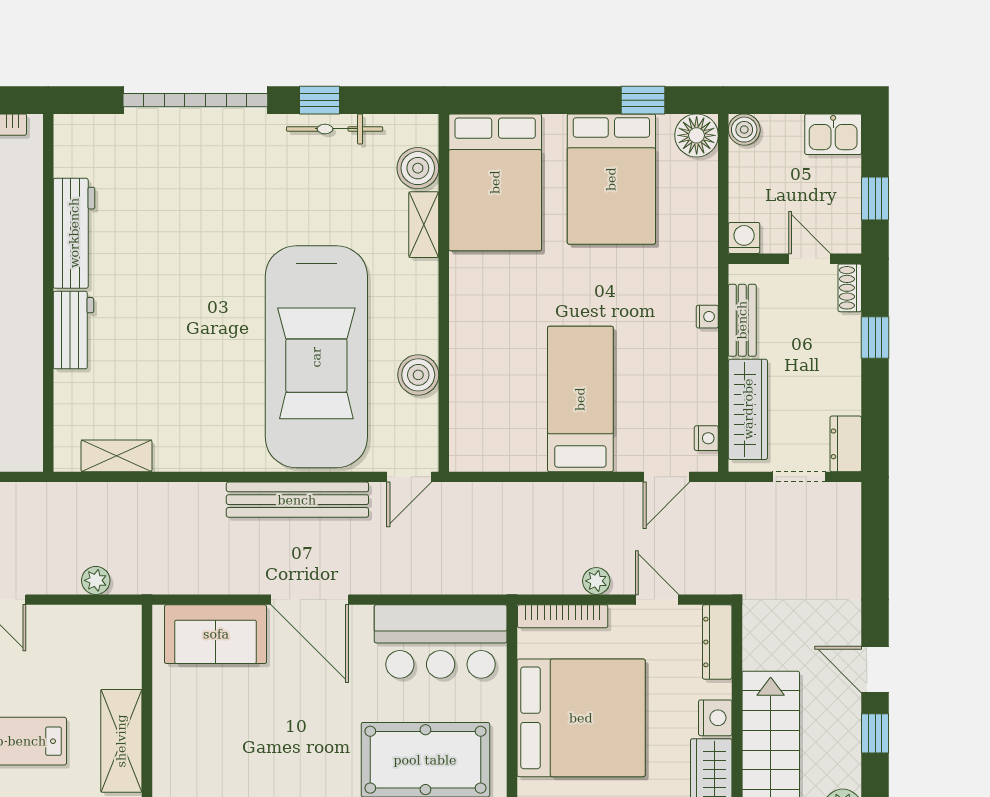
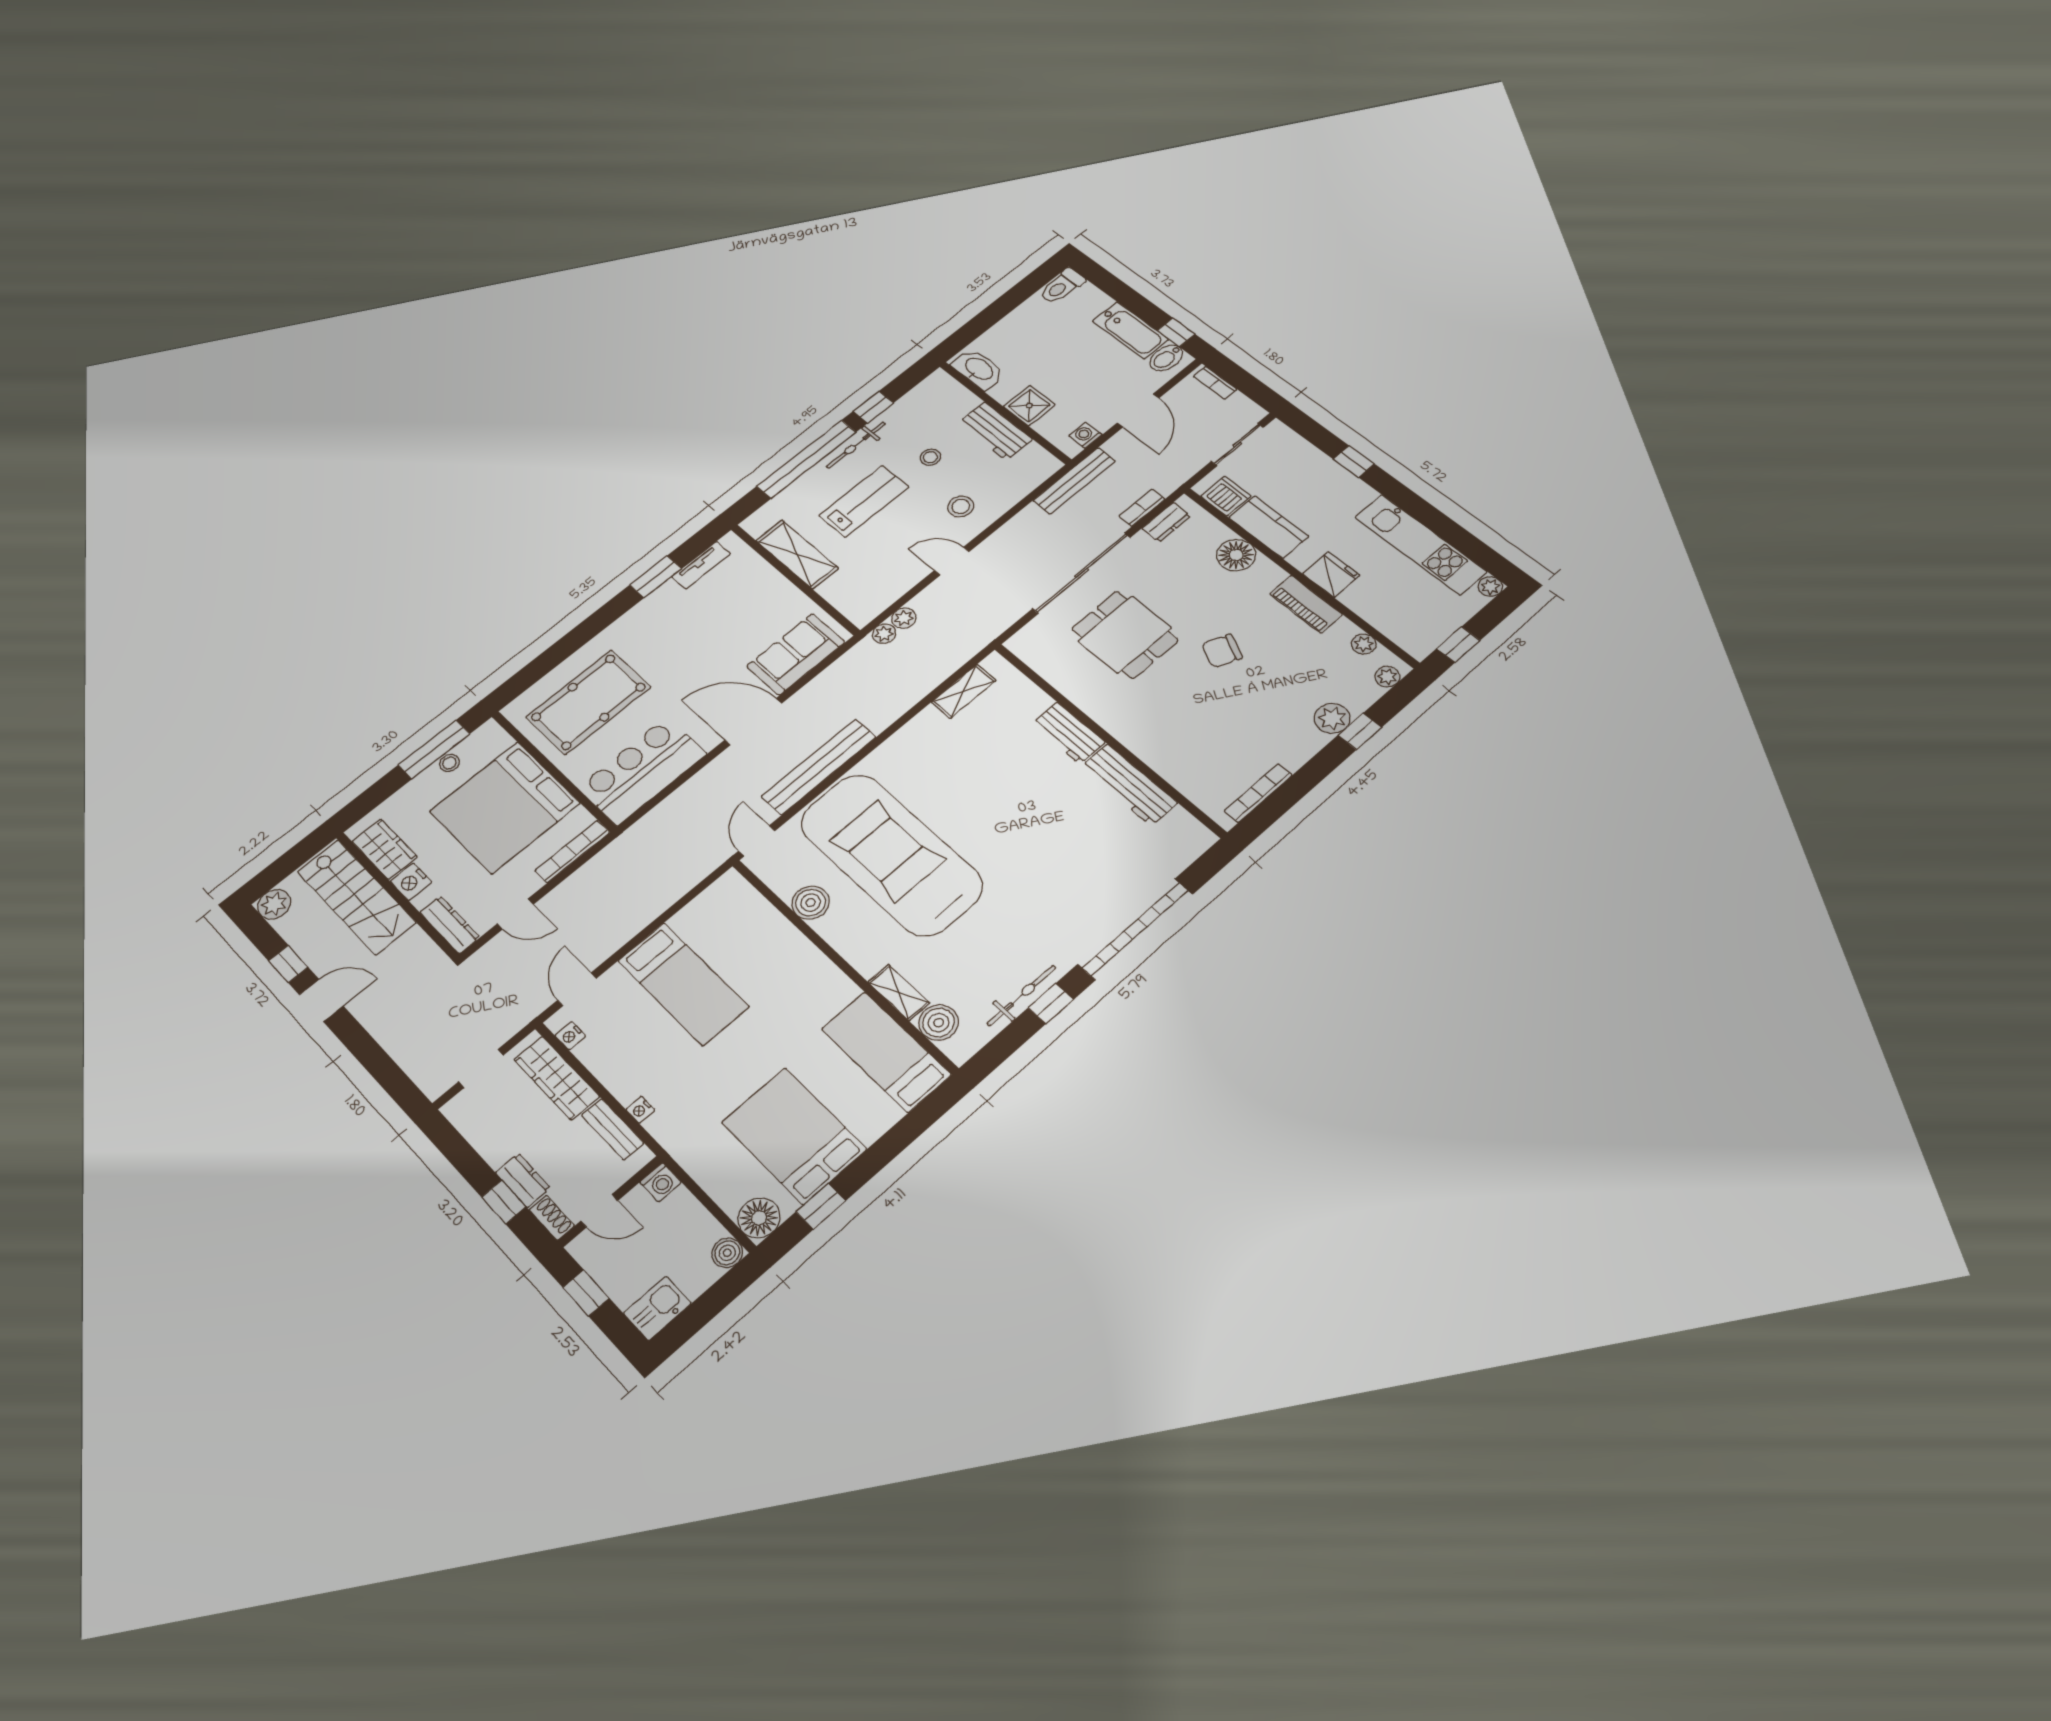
bed: (495, 182) -> (886, 1052), width x0.67
dresser: (846, 444) -> (523, 1180), moved
plant: (596, 581) -> (884, 634), moved

